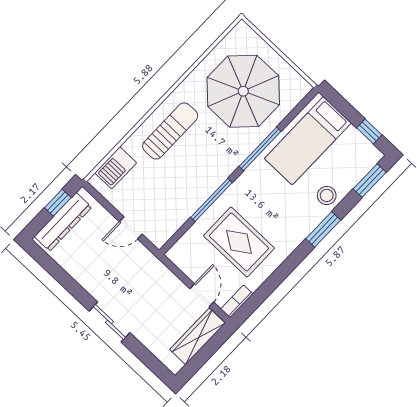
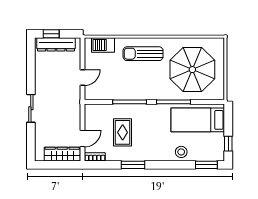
sun lounger: (170, 131) -> (143, 54), turned 180
window: (58, 203) -> (51, 34), moved
door: (131, 228) -> (82, 78), swing flipped
window: (323, 229) -> (133, 165), moved
rug: (239, 242) -> (123, 132), width x0.73, depth x0.70

